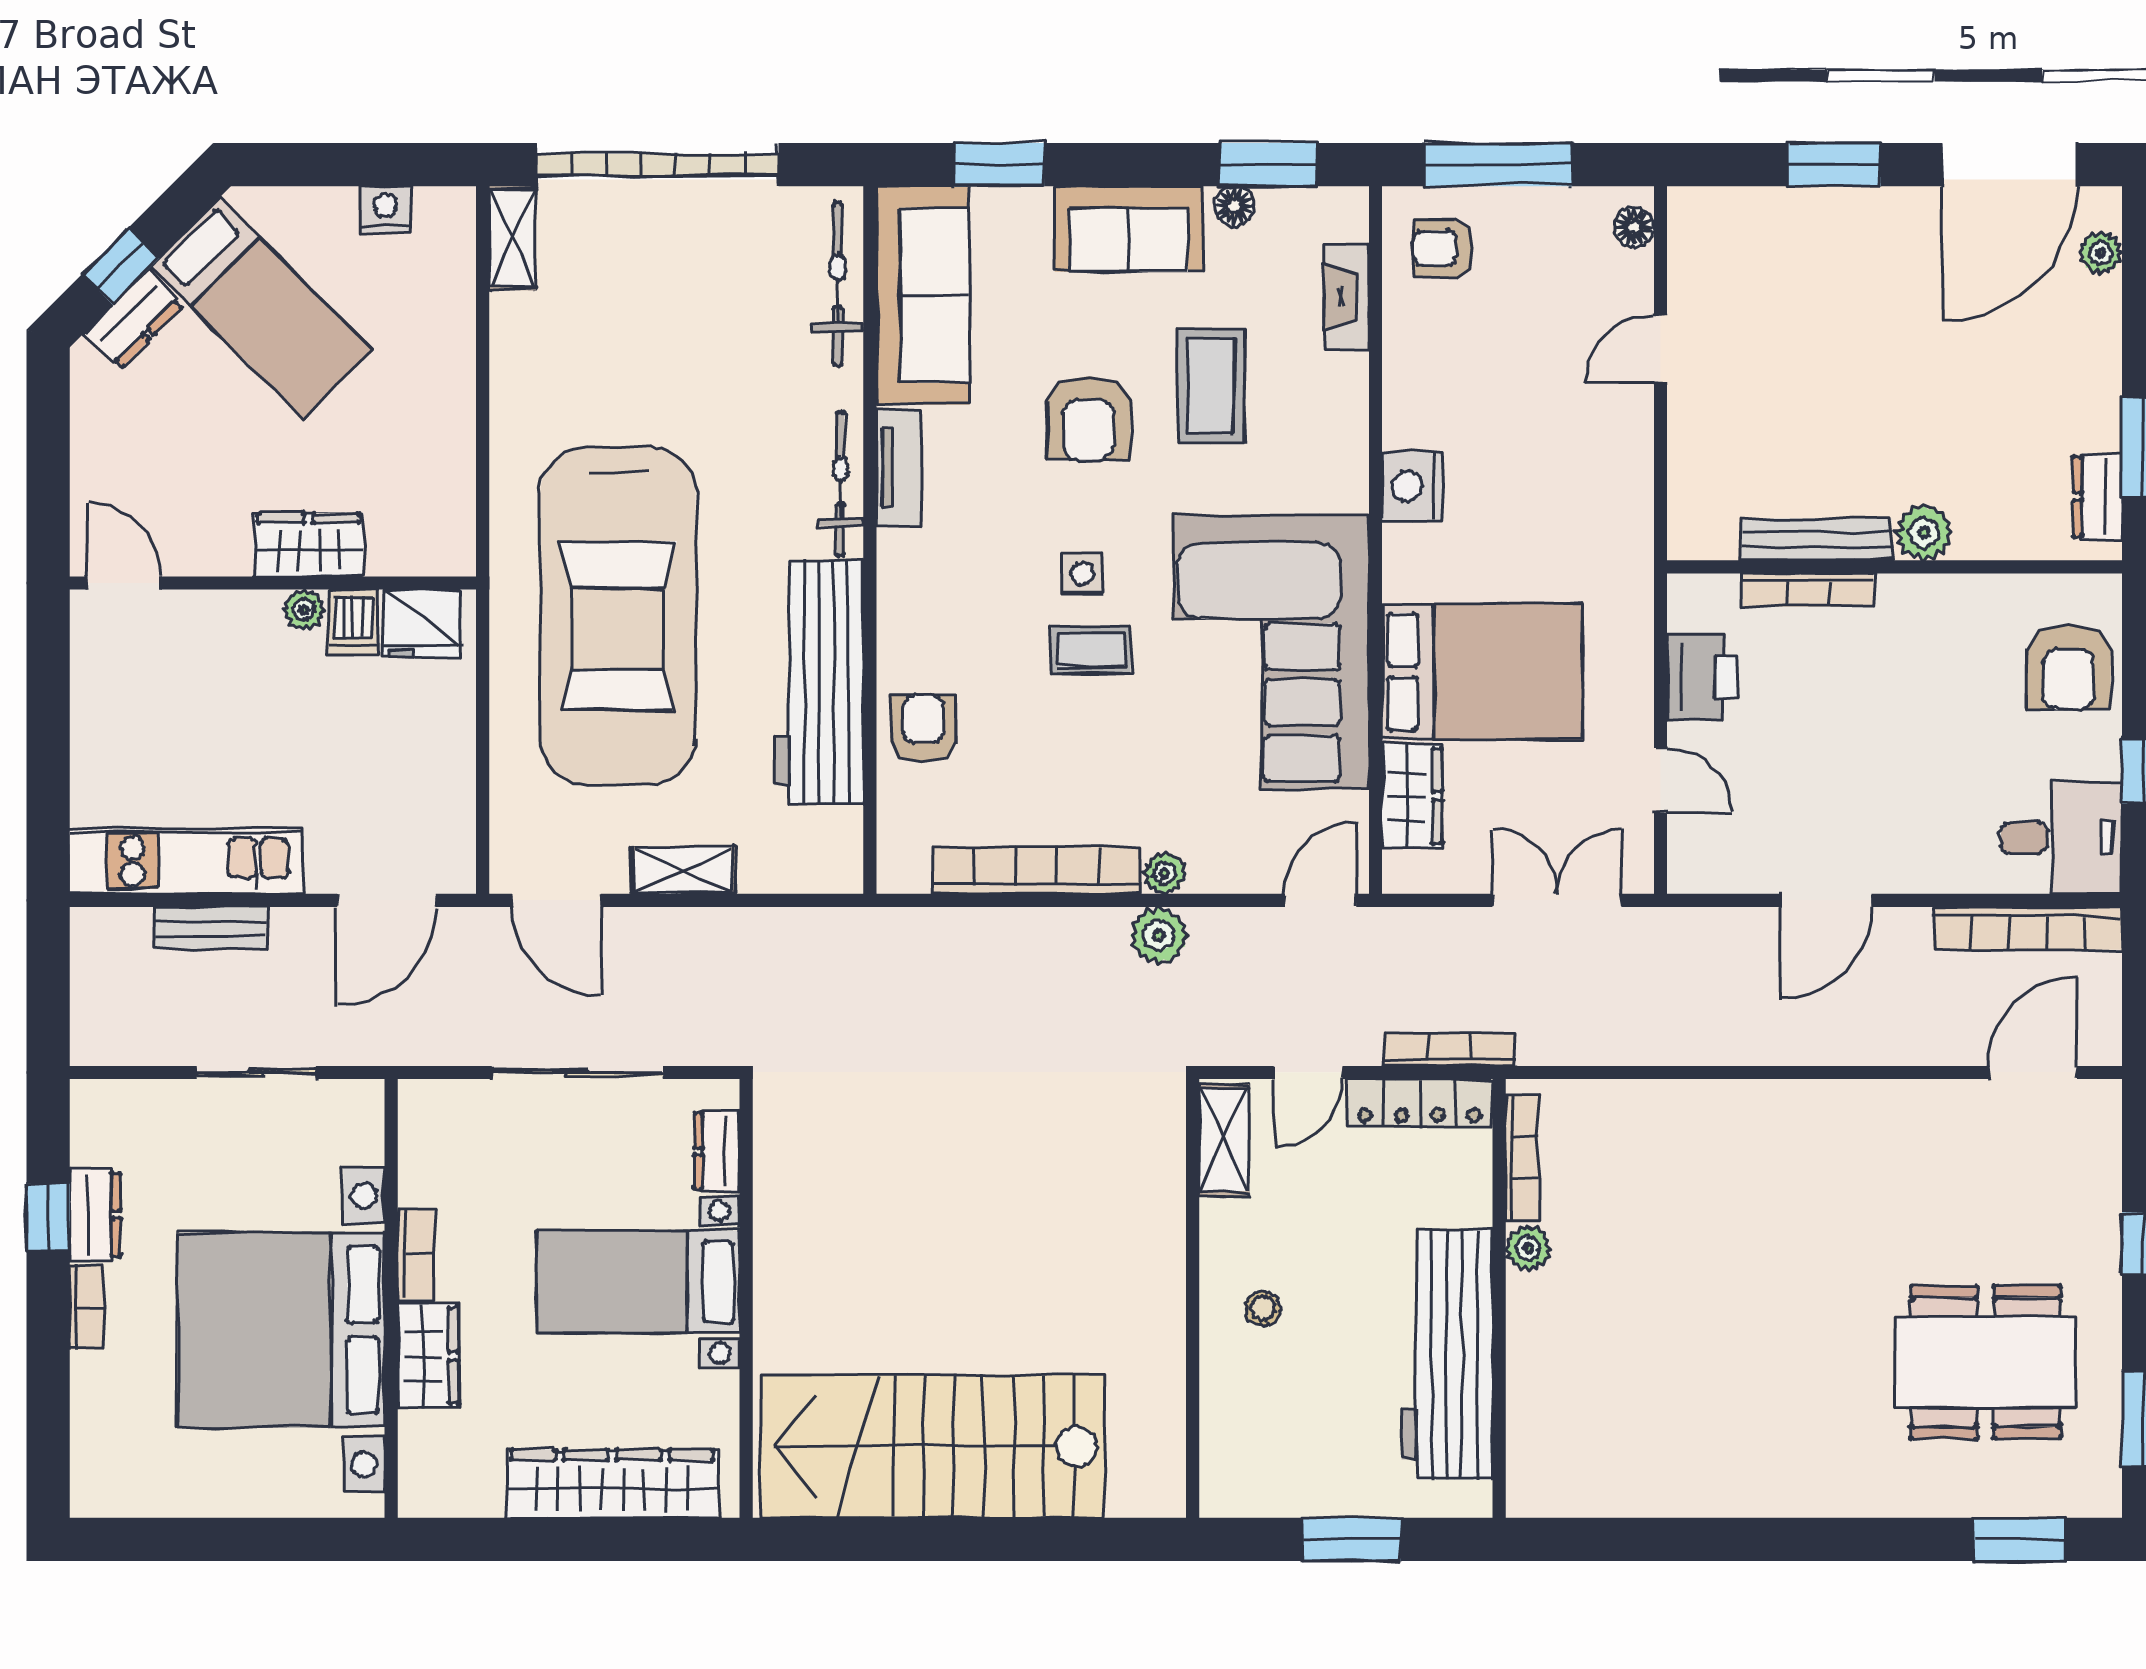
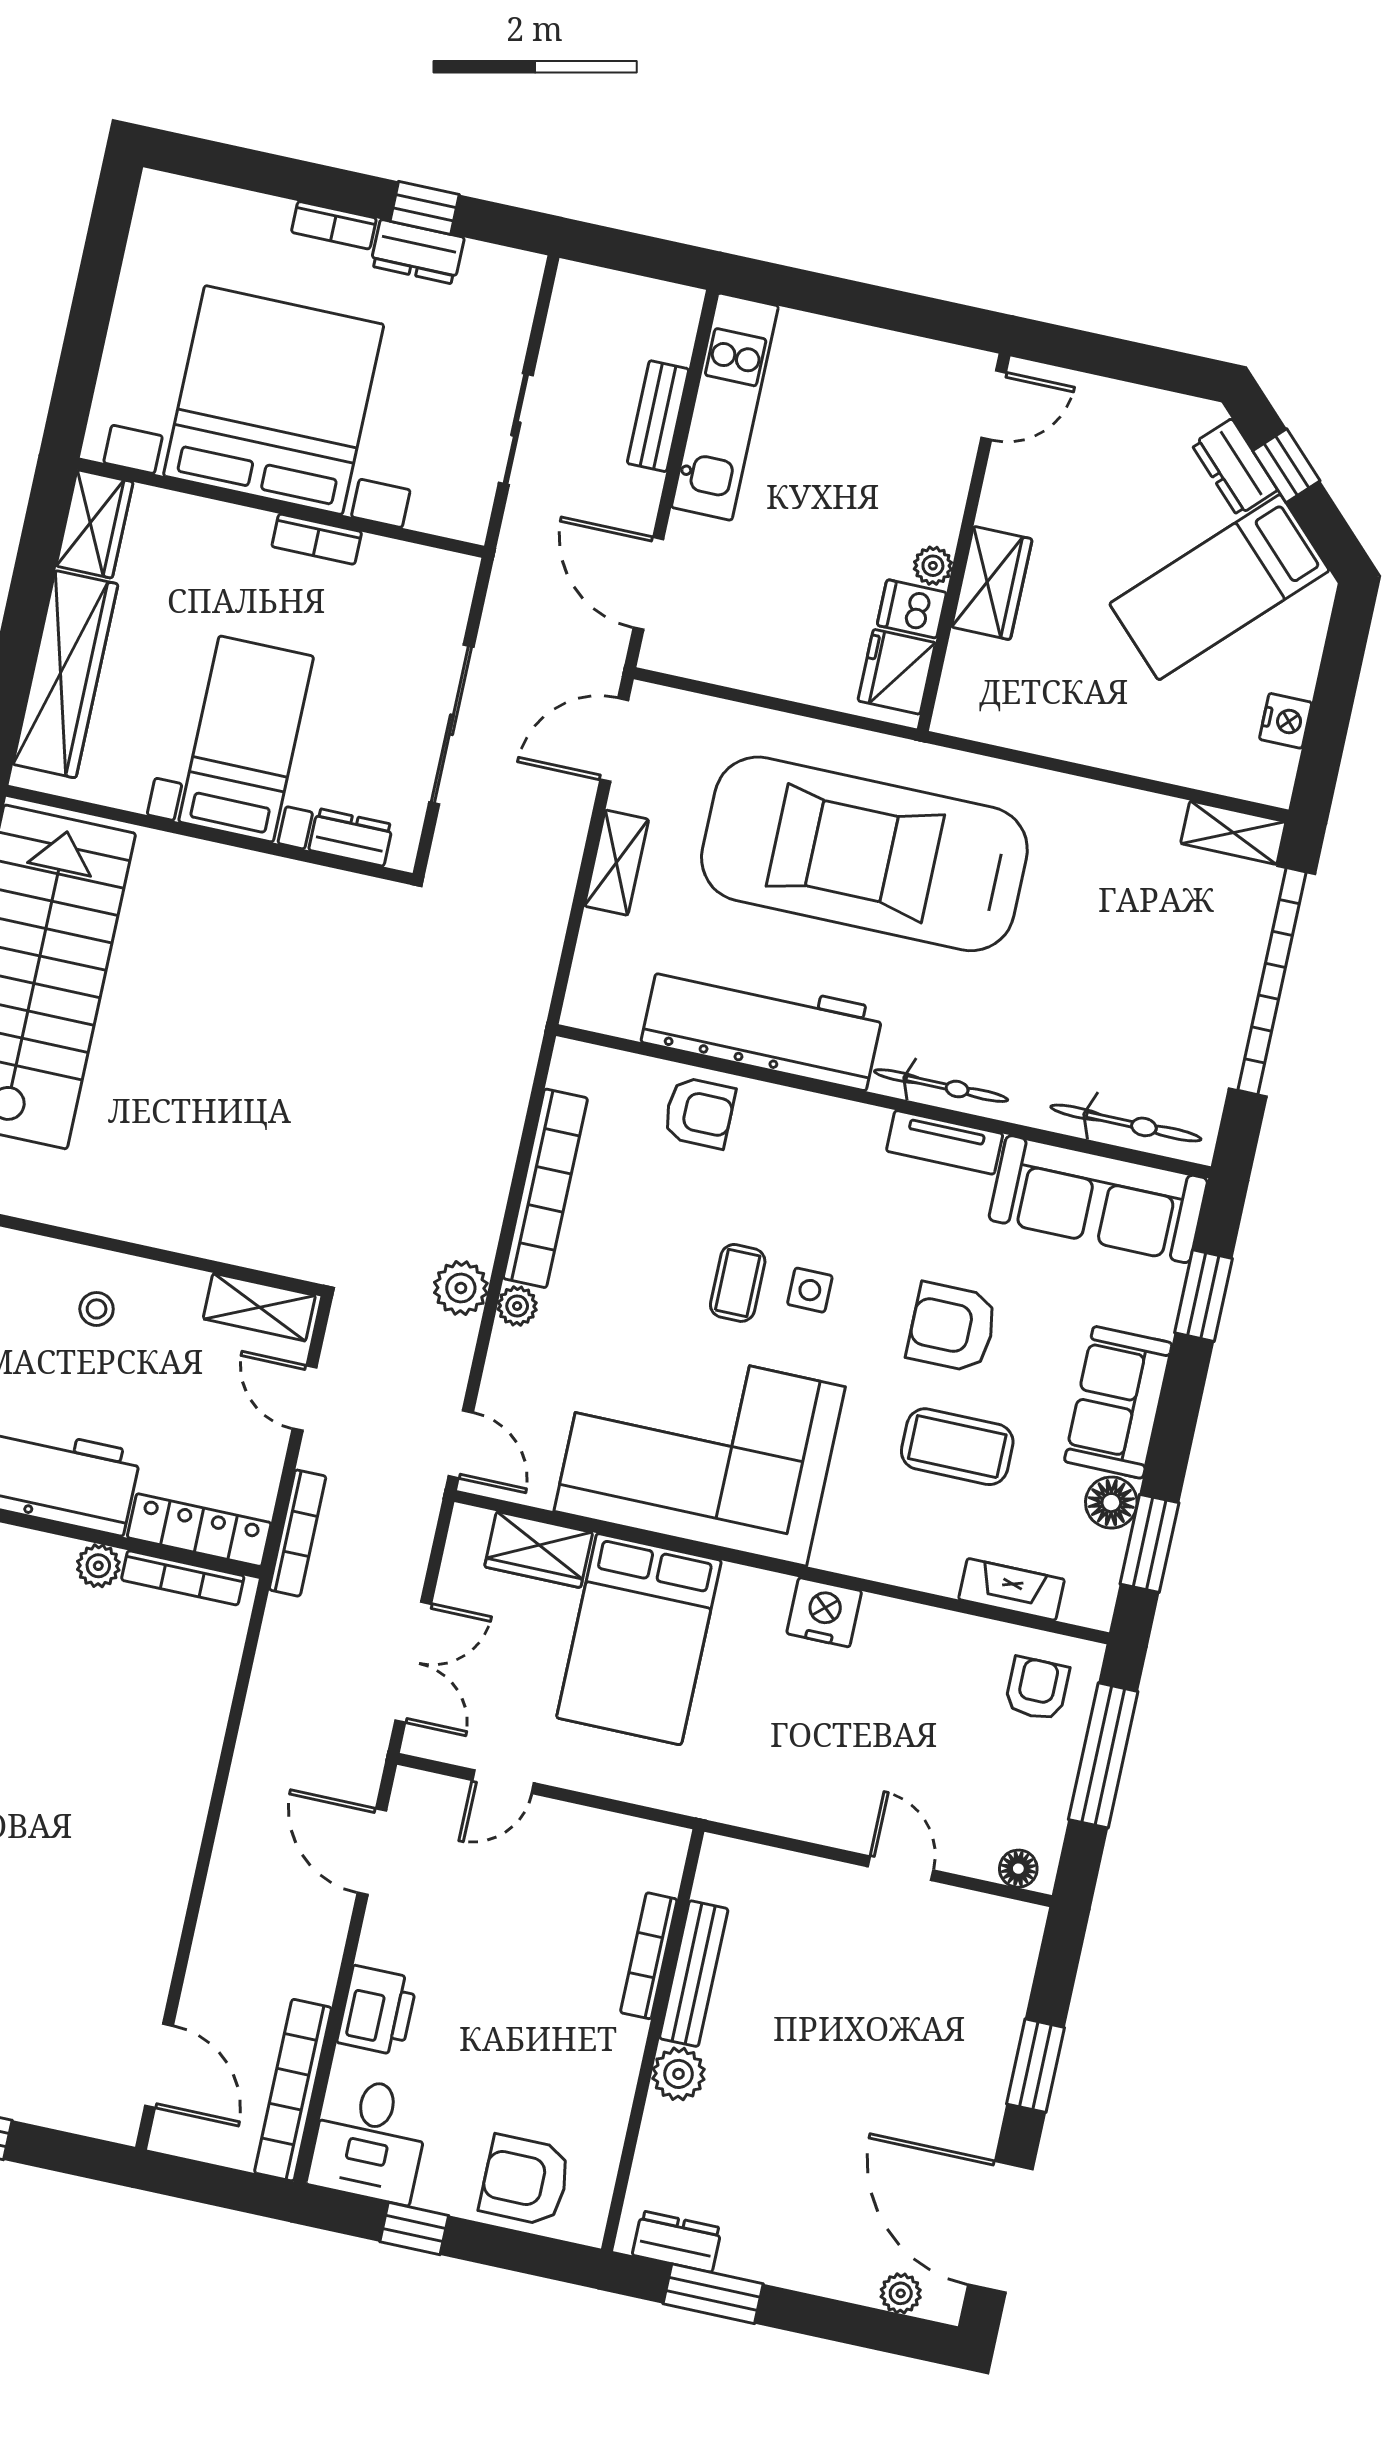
floor lamp: (1234, 206) -> (1111, 1503), width x1.37, depth x1.37
printer: (1702, 677) -> (377, 2011), moved, turned -90
door: (1826, 900) -> (372, 1852), moved
locker: (1420, 1103) -> (199, 1530), moved, turned 90
wardrobe: (428, 1356) -> (95, 524), moved, turned -90

